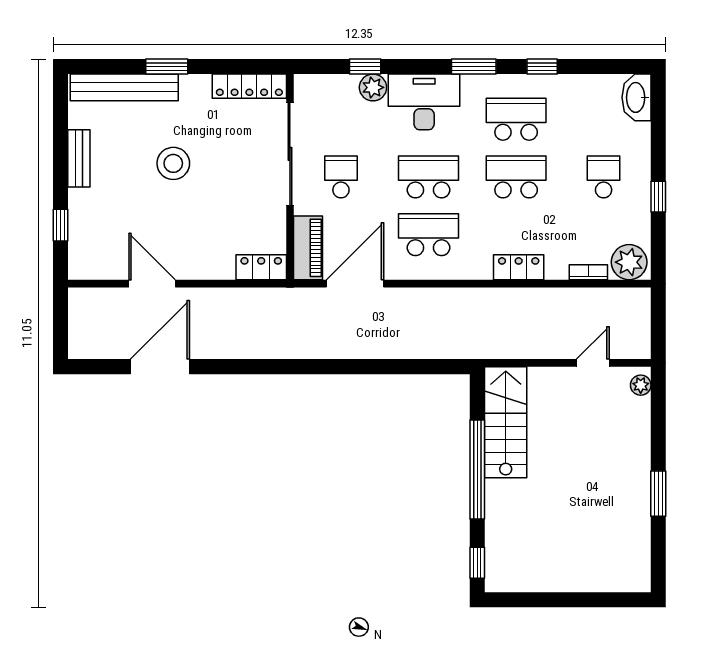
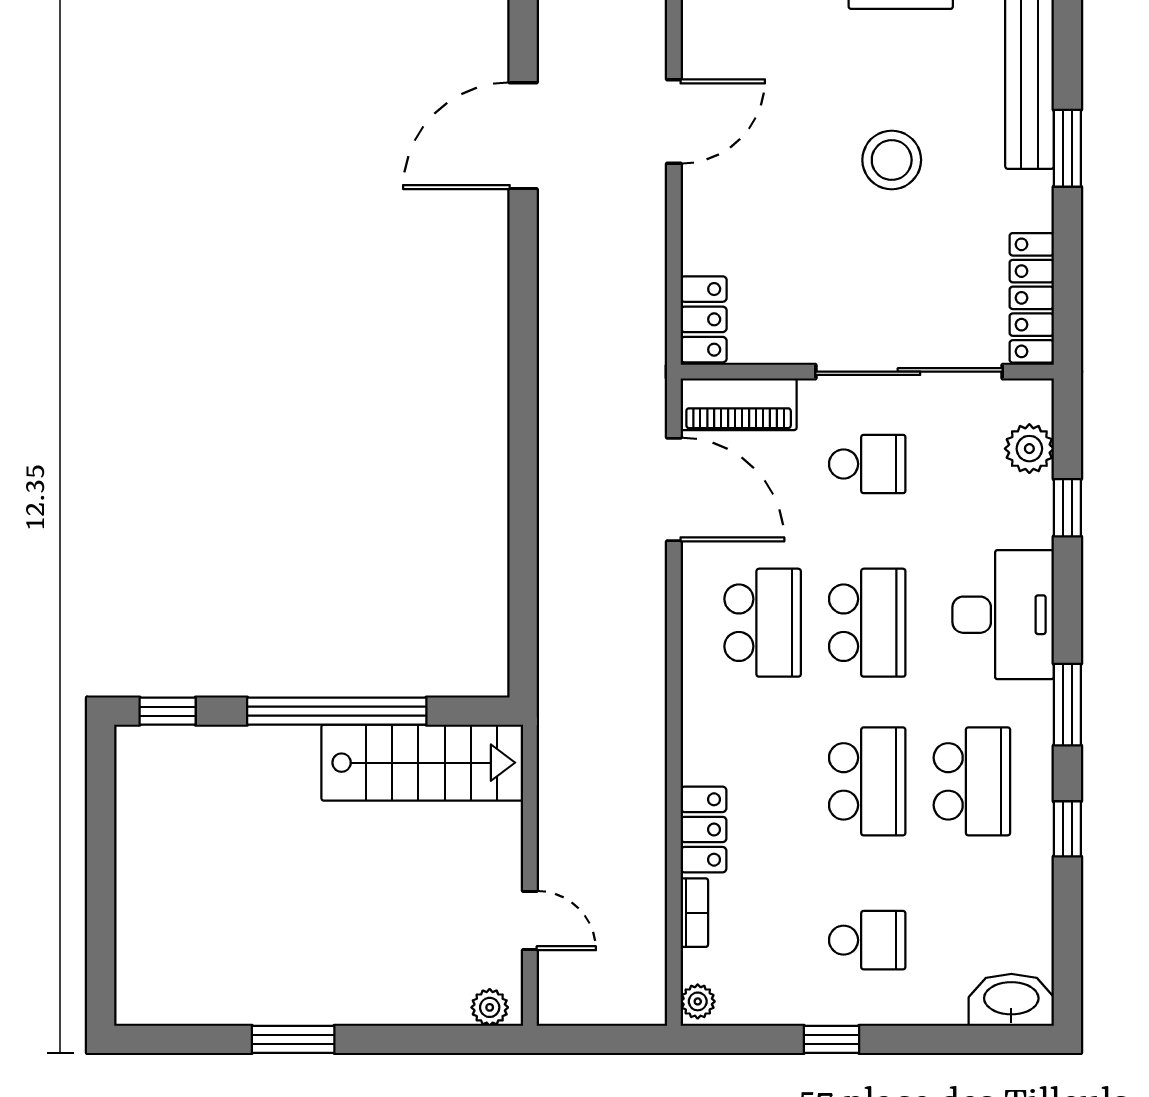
plant: (373, 87) -> (1029, 449), moved
plant: (629, 262) -> (698, 1001), width x0.53, depth x0.53
locker: (519, 267) -> (703, 829), moved
door: (160, 367) -> (523, 136), swing flipped

